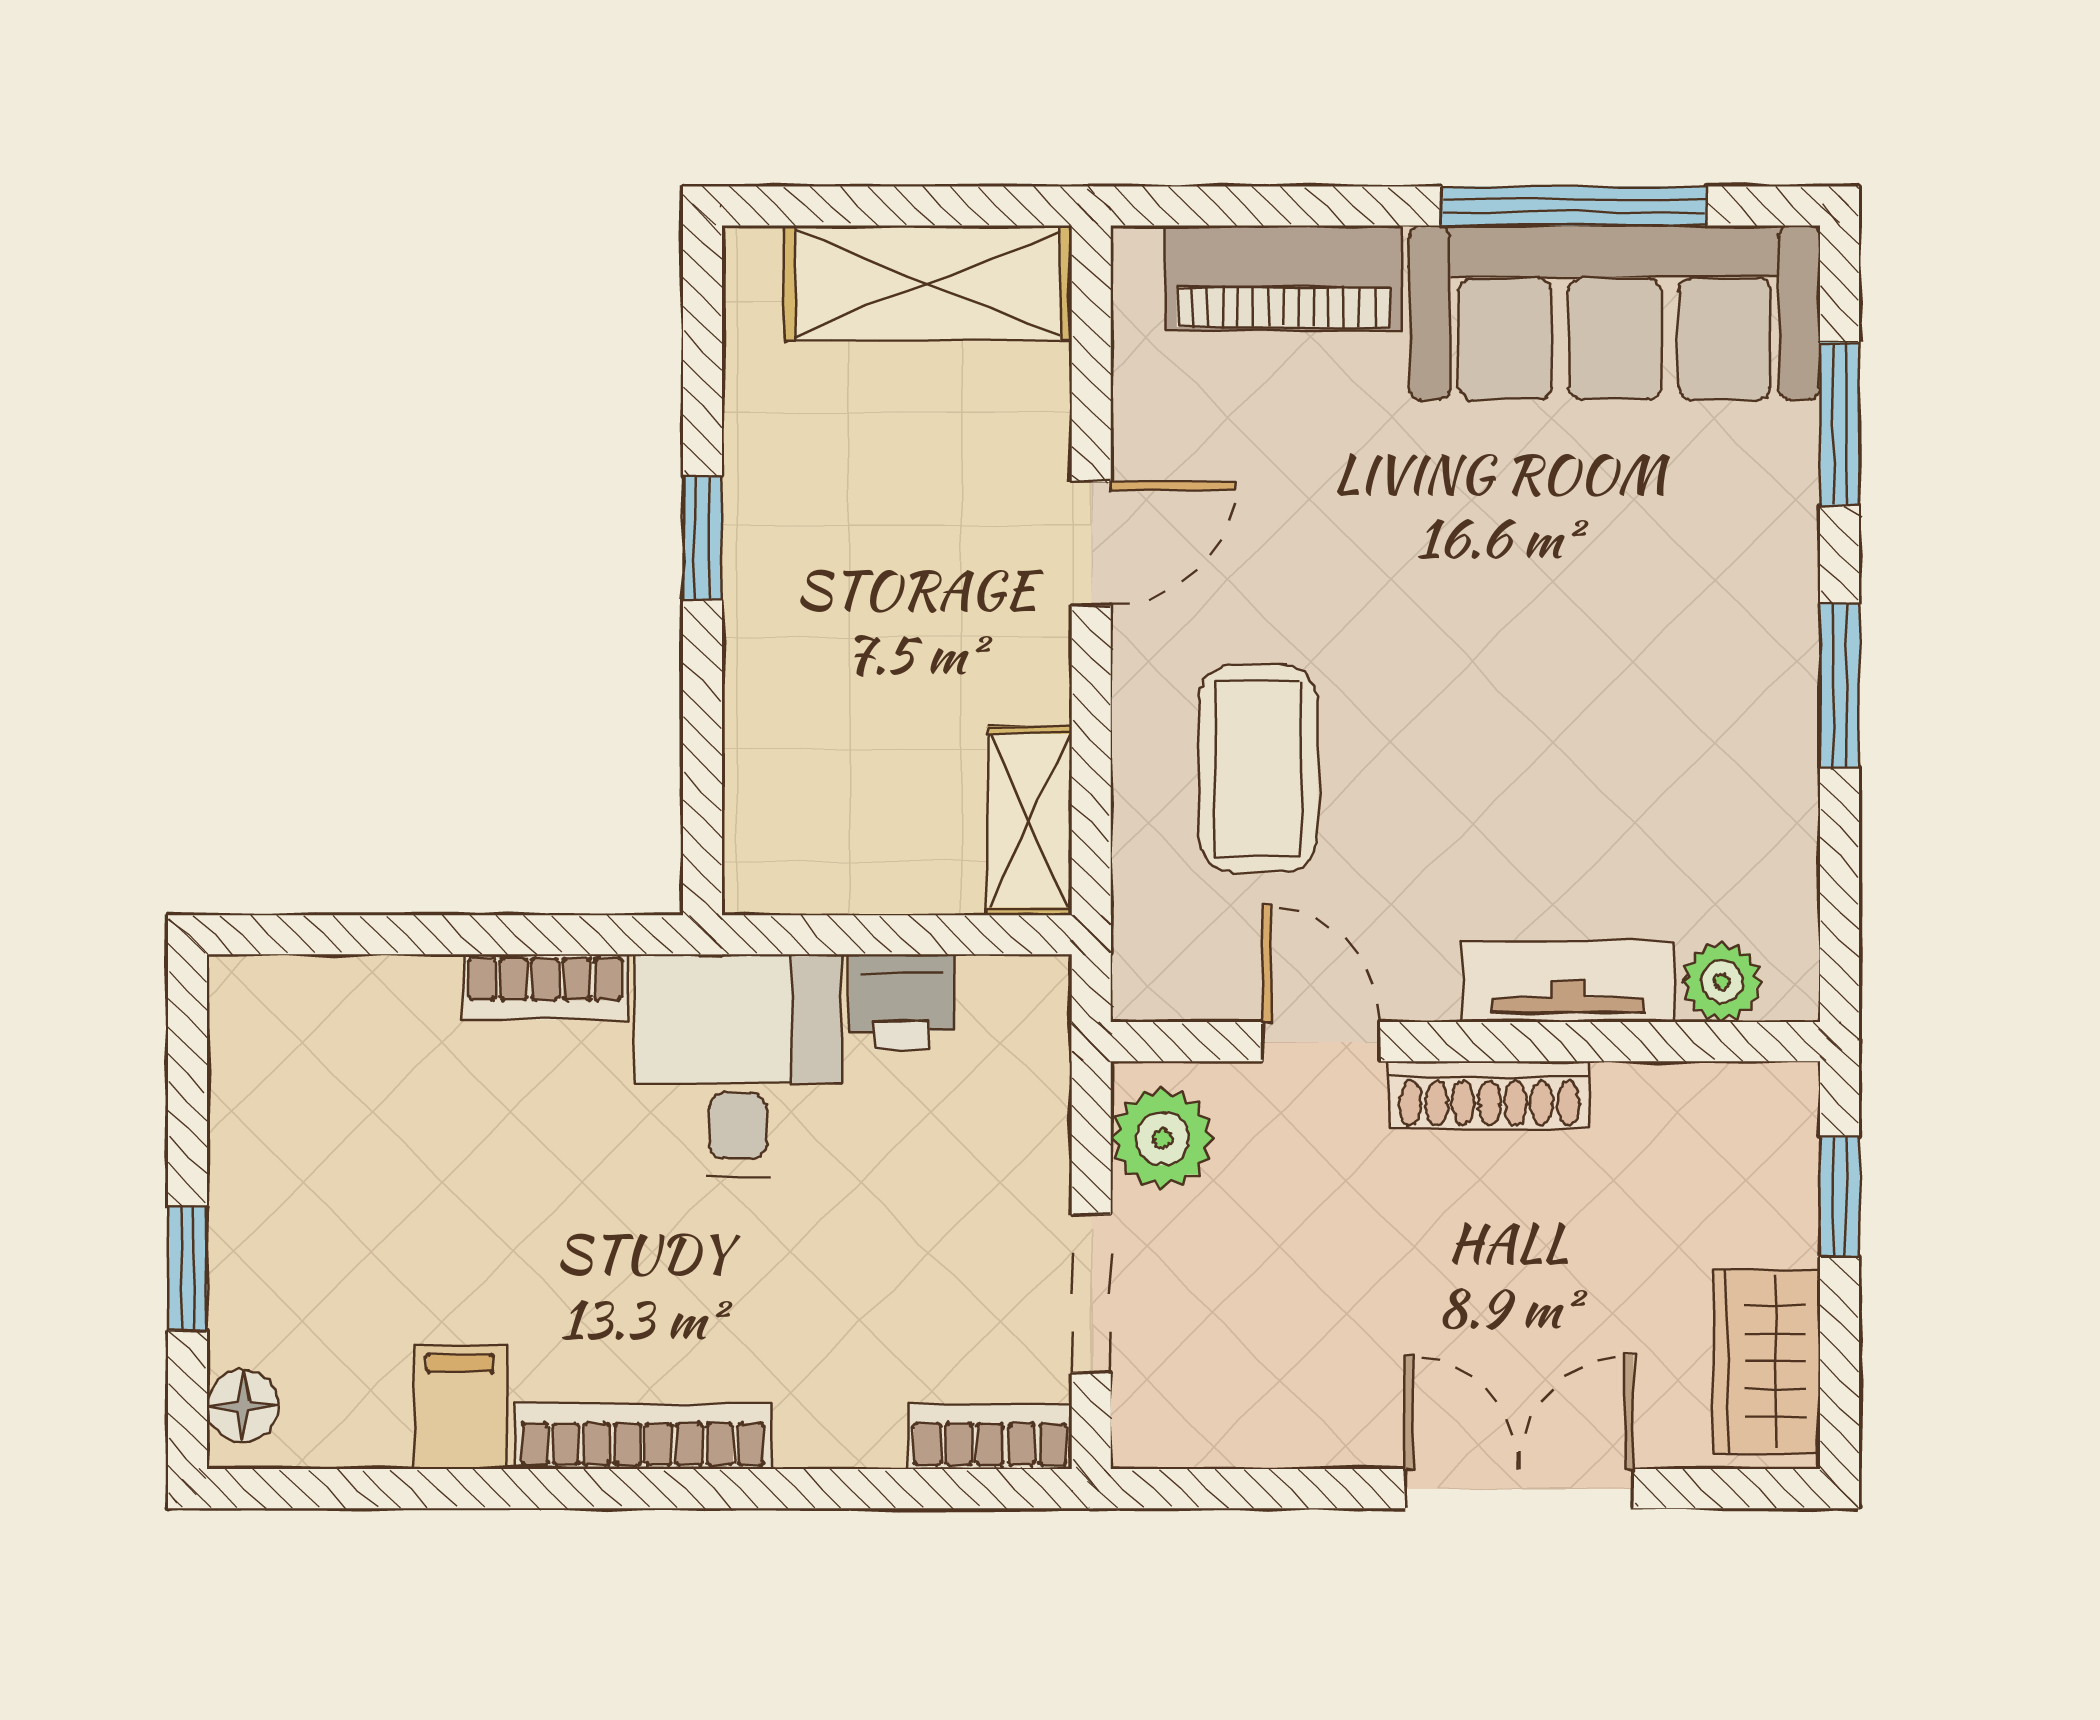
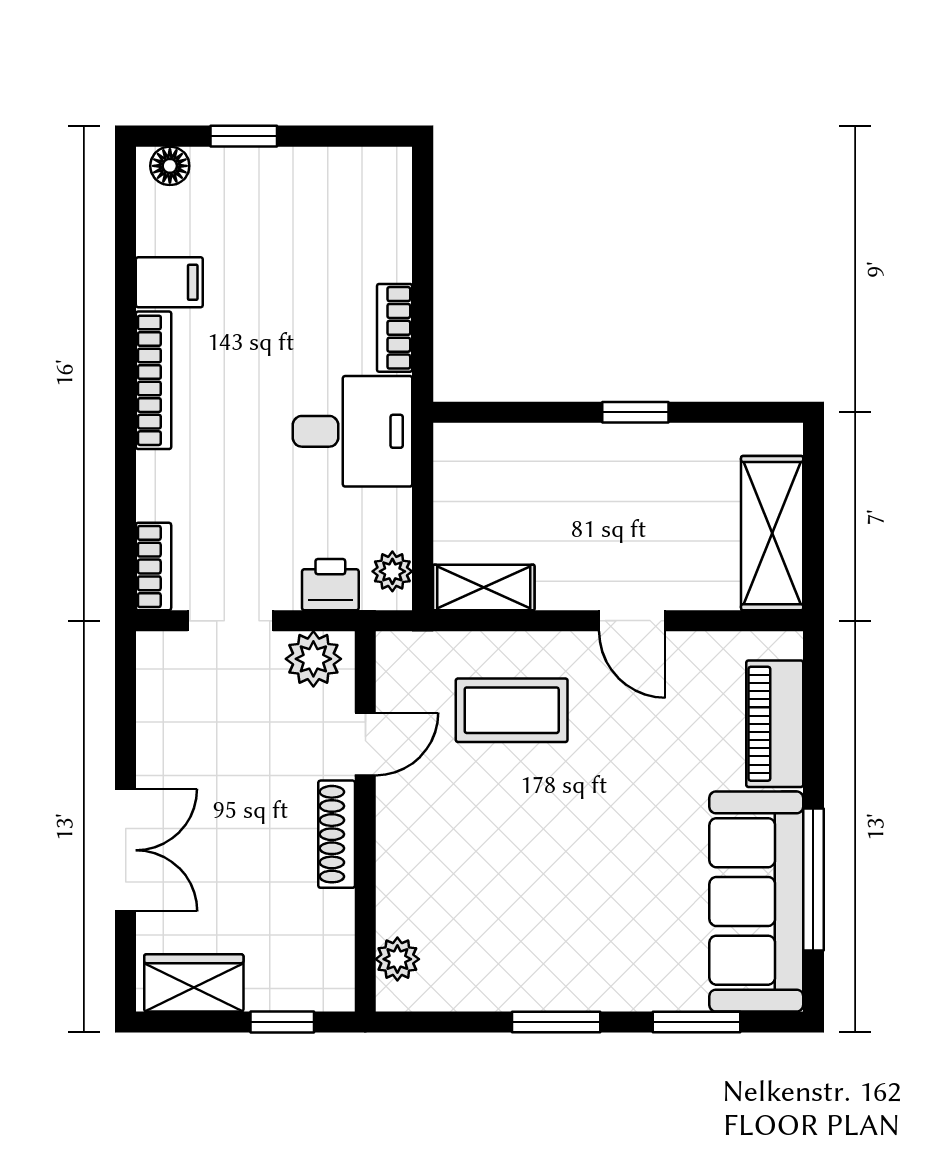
tv unit: (1568, 982) -> (397, 876), removed
plant: (999, 991) -> (392, 571), added
printer: (902, 1002) -> (330, 585), moved, turned 90

